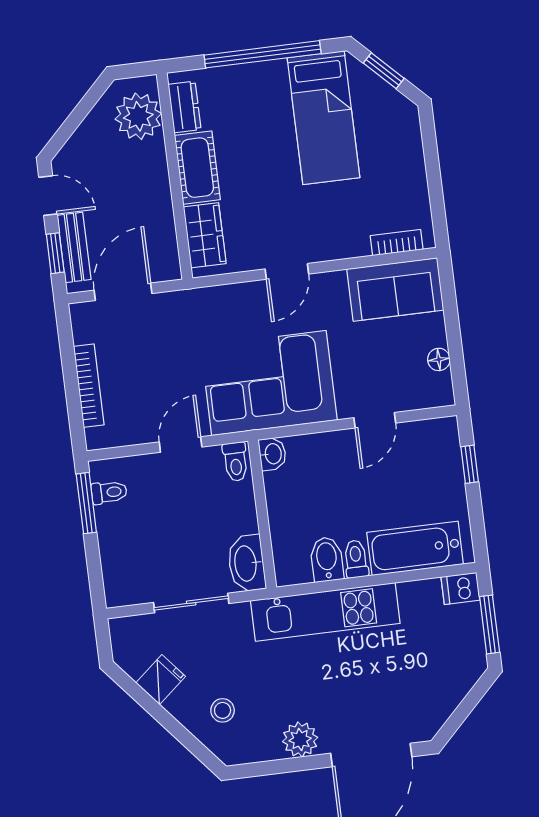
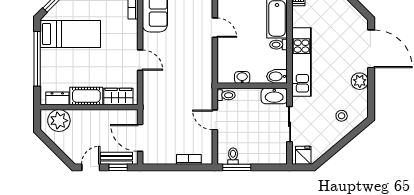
corner sofa: (269, 383) -> (191, 75), removed
bookcase: (89, 386) -> (189, 159), width x0.64
washbasin: (272, 454) -> (242, 77), moved
bidet: (327, 559) -> (277, 76), moved
fridge: (161, 680) -> (303, 155), moved, turned 40

